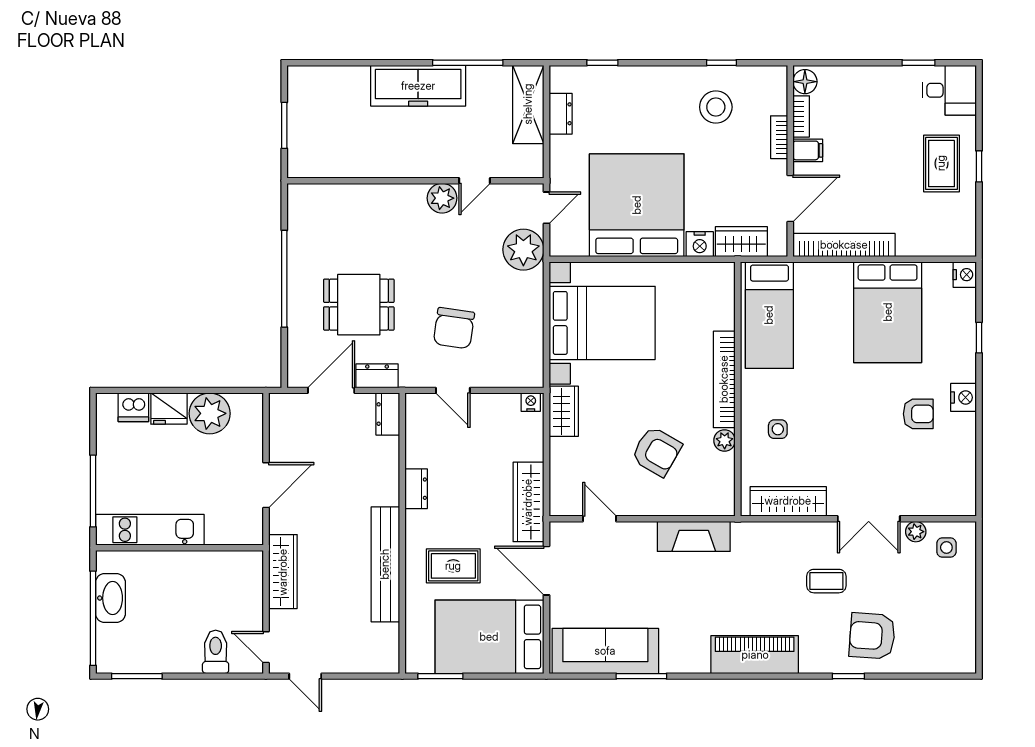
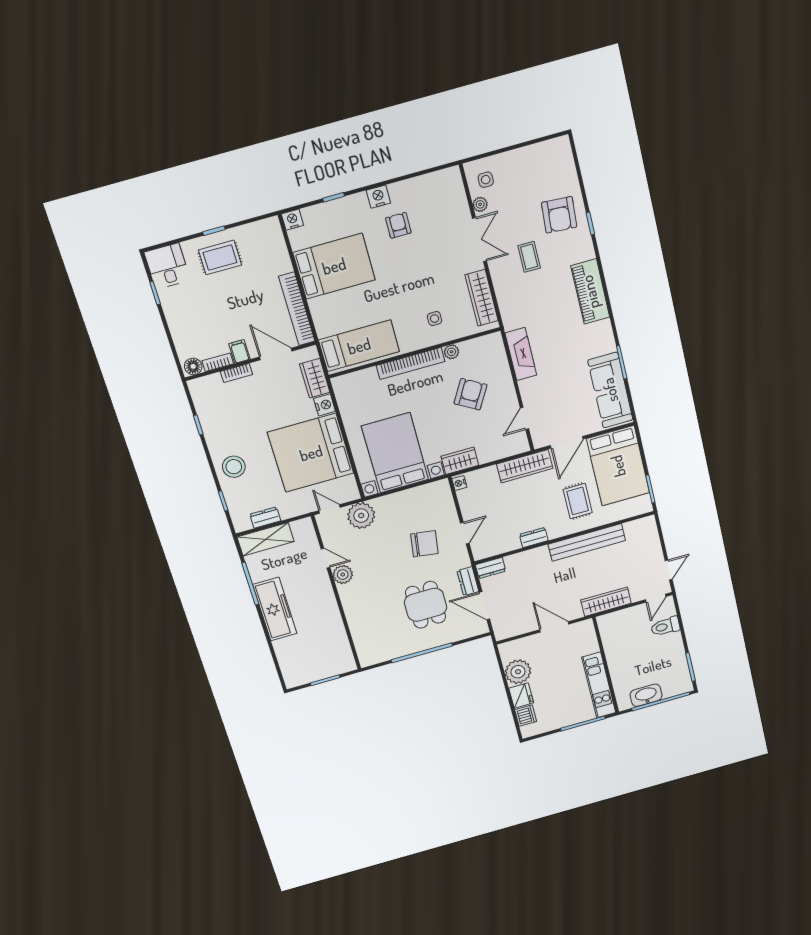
stool: (716, 107) -> (234, 467), moved

